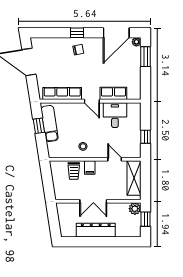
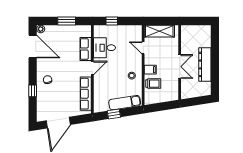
window: (77, 33) -> (33, 91), moved
window: (146, 57) -> (67, 21), moved
exam couch: (50, 124) -> (125, 103), moved
window: (146, 137) -> (112, 21), moved
door: (115, 159) -> (143, 48), hinge flipped
plant: (135, 209) -> (186, 30), removed
window: (146, 219) -> (195, 21), removed

